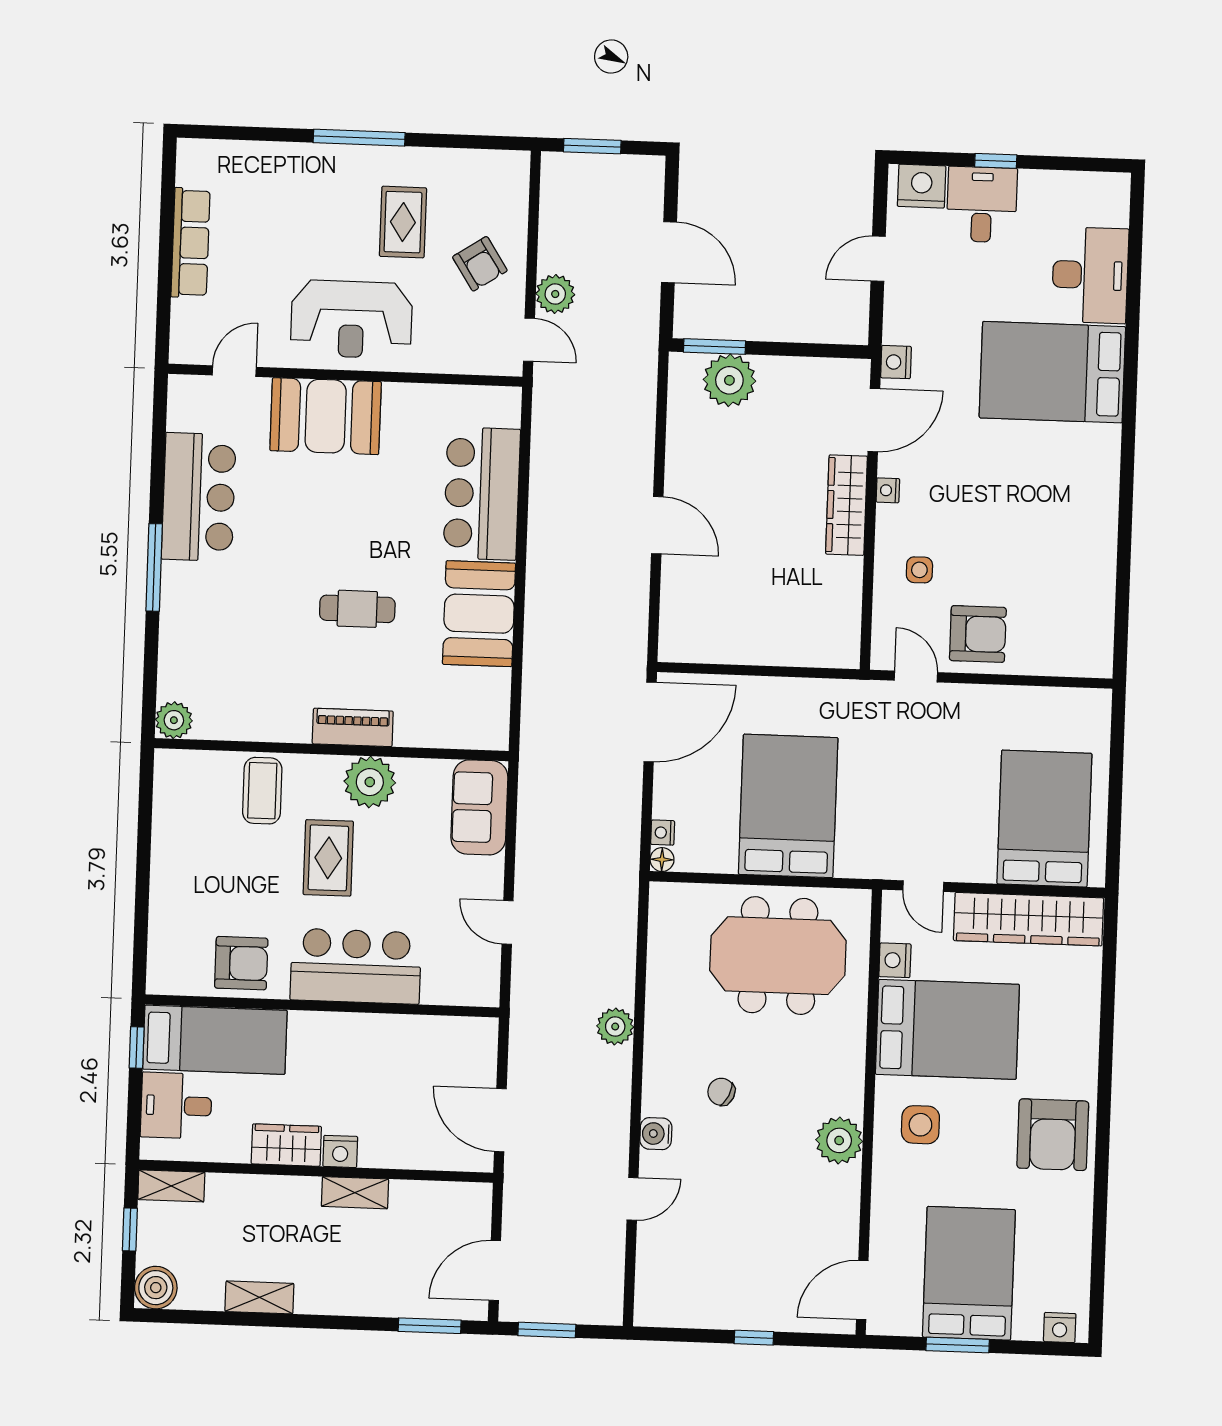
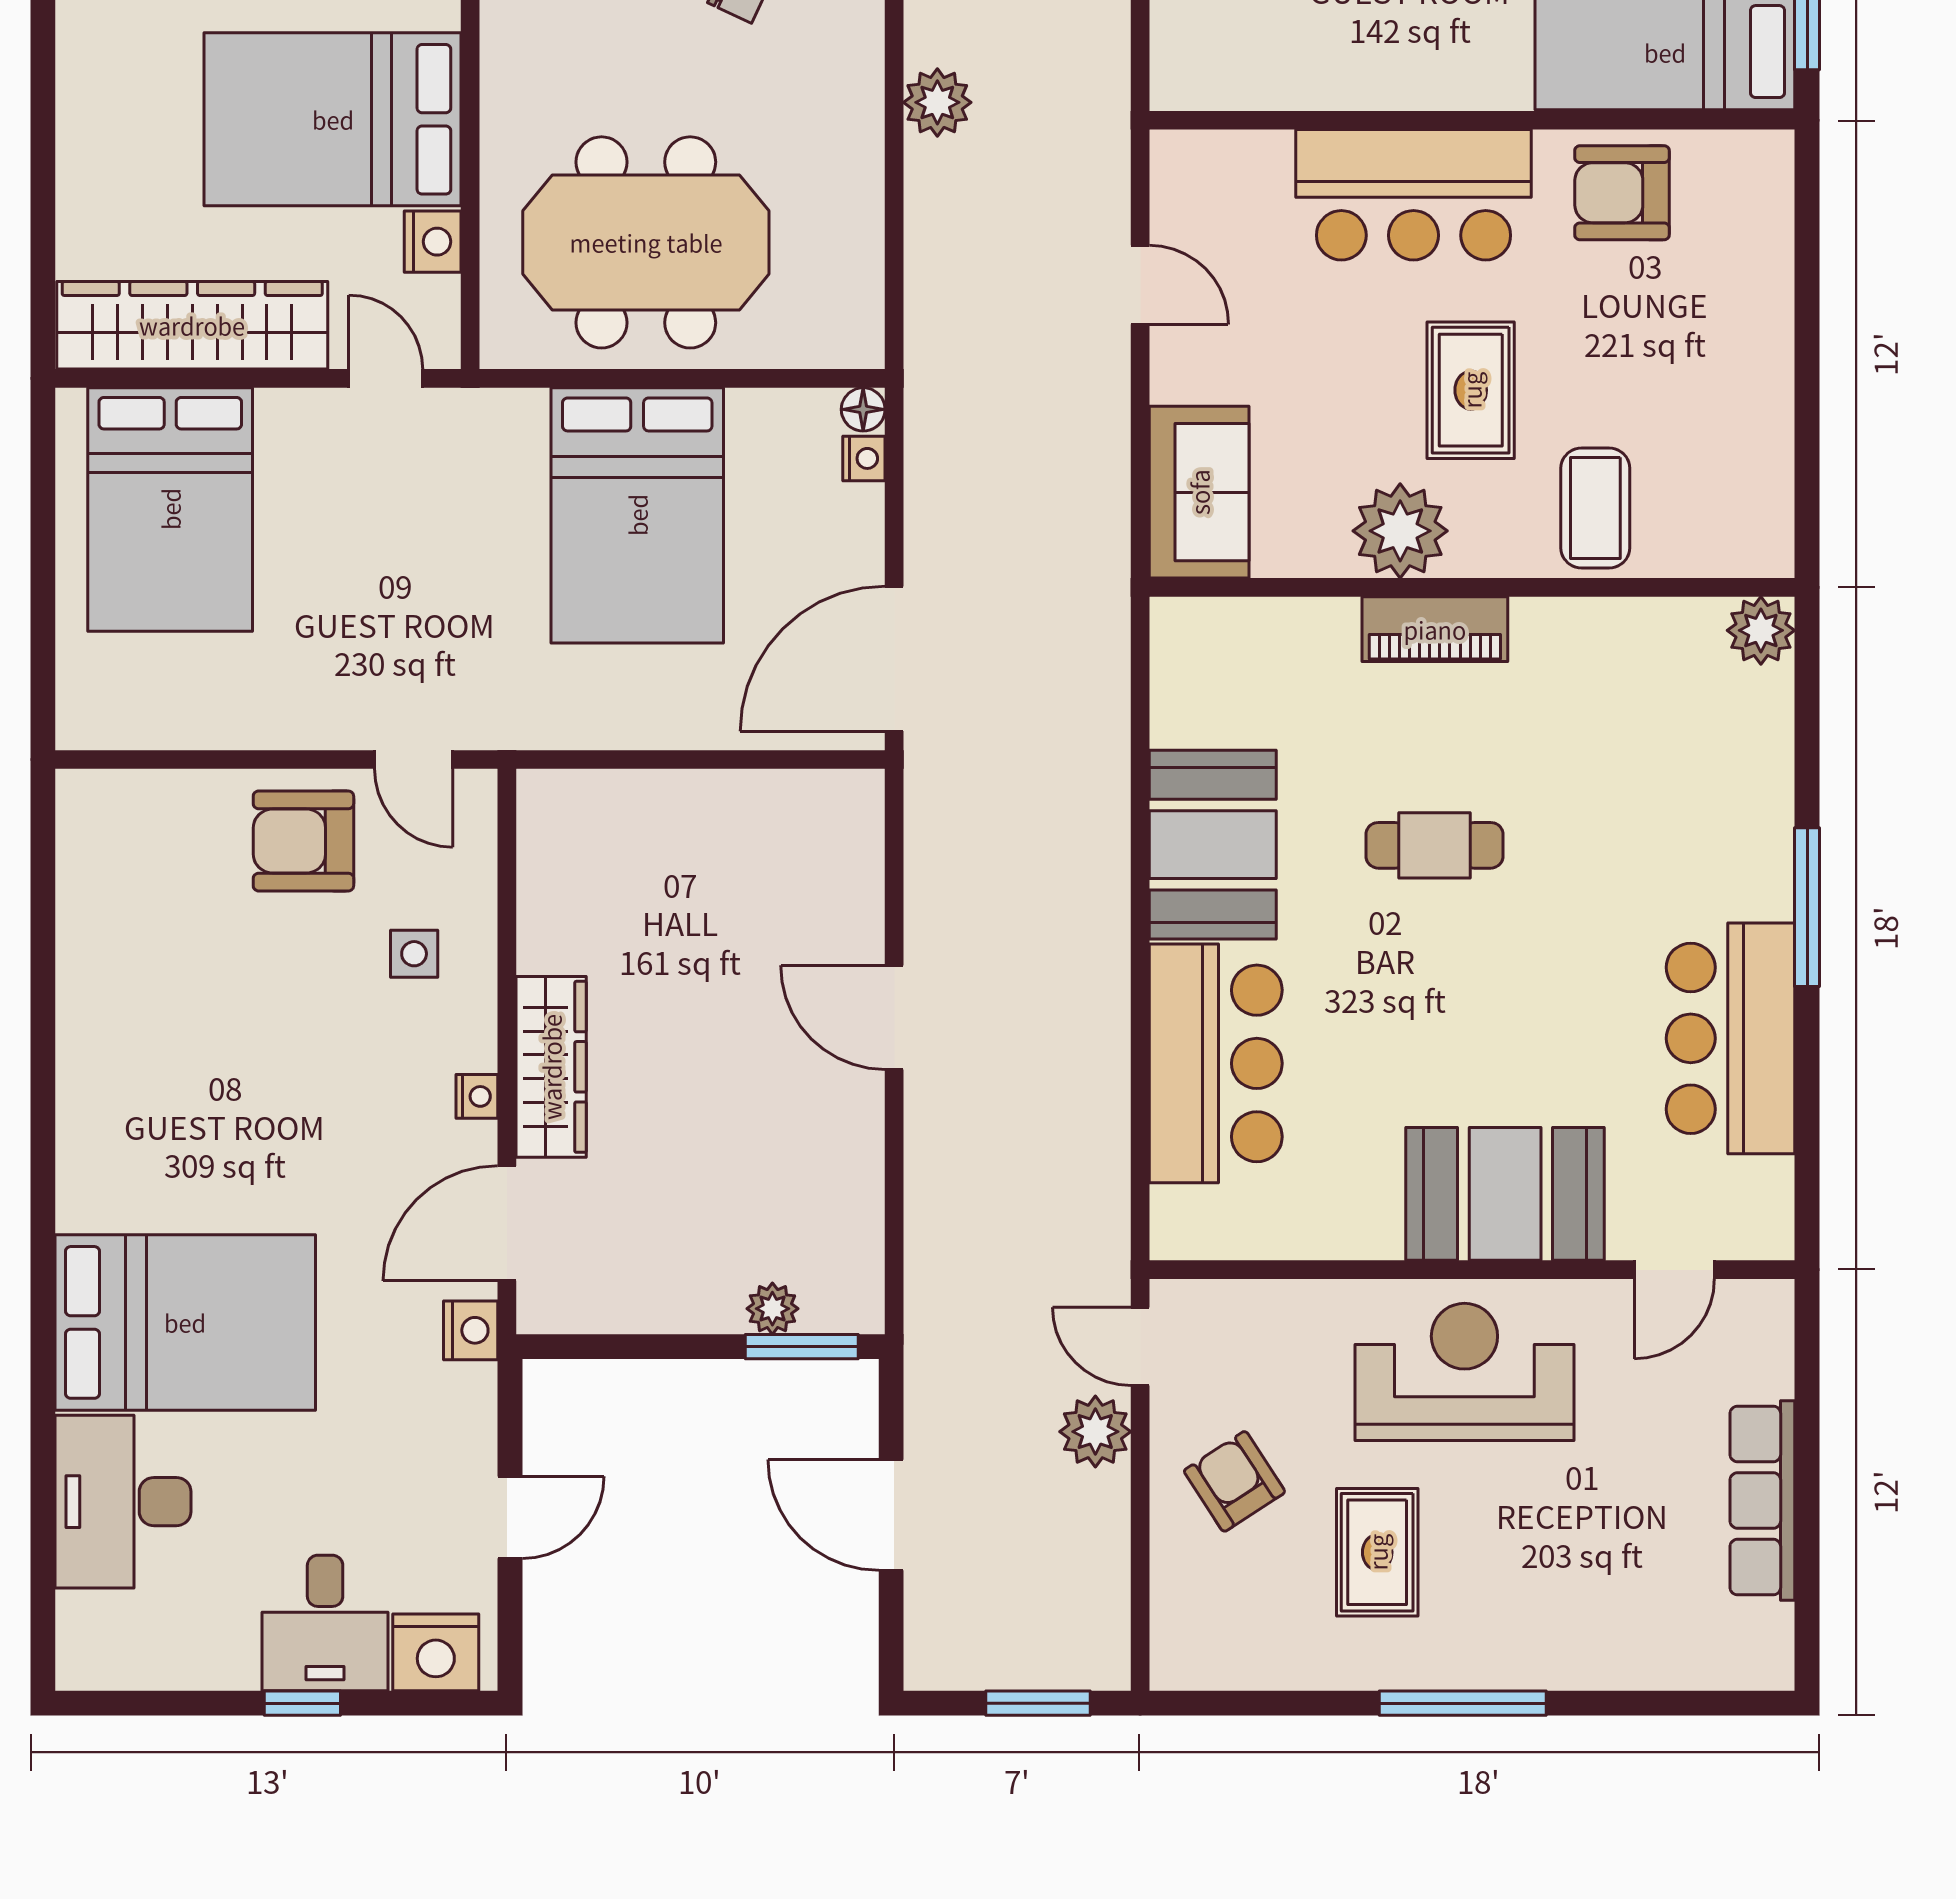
plant: (729, 380) -> (772, 1309), width x0.53, depth x0.53

